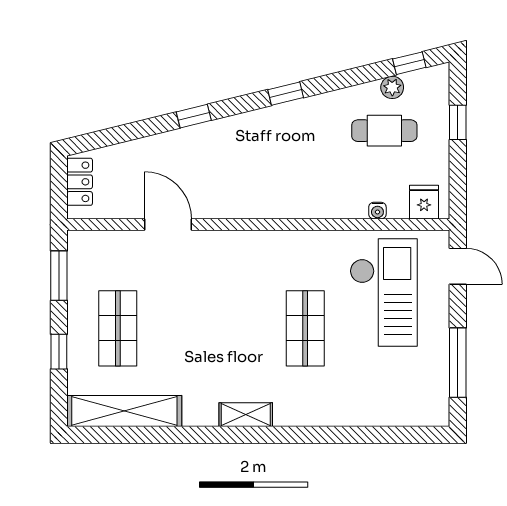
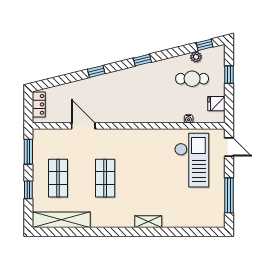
fridge: (424, 202) -> (216, 104), moved, turned -90
shop shelf: (305, 328) -> (105, 178), moved
shelving: (246, 415) -> (148, 222), moved

